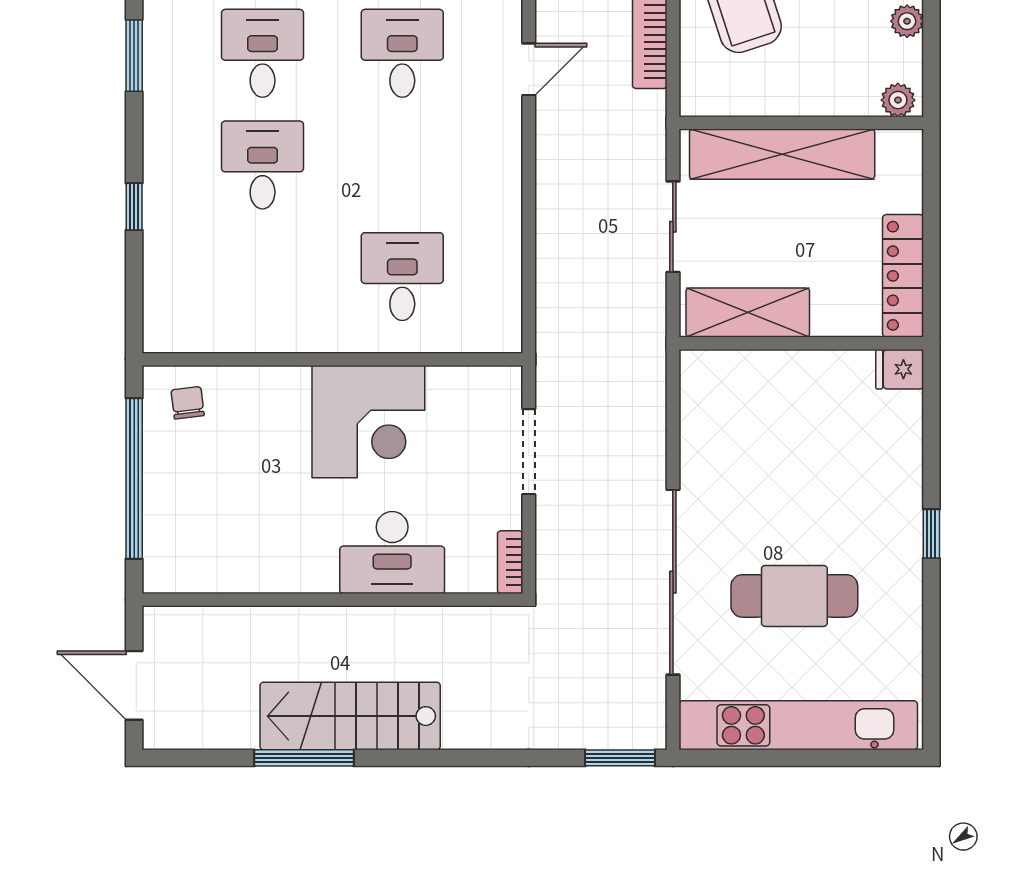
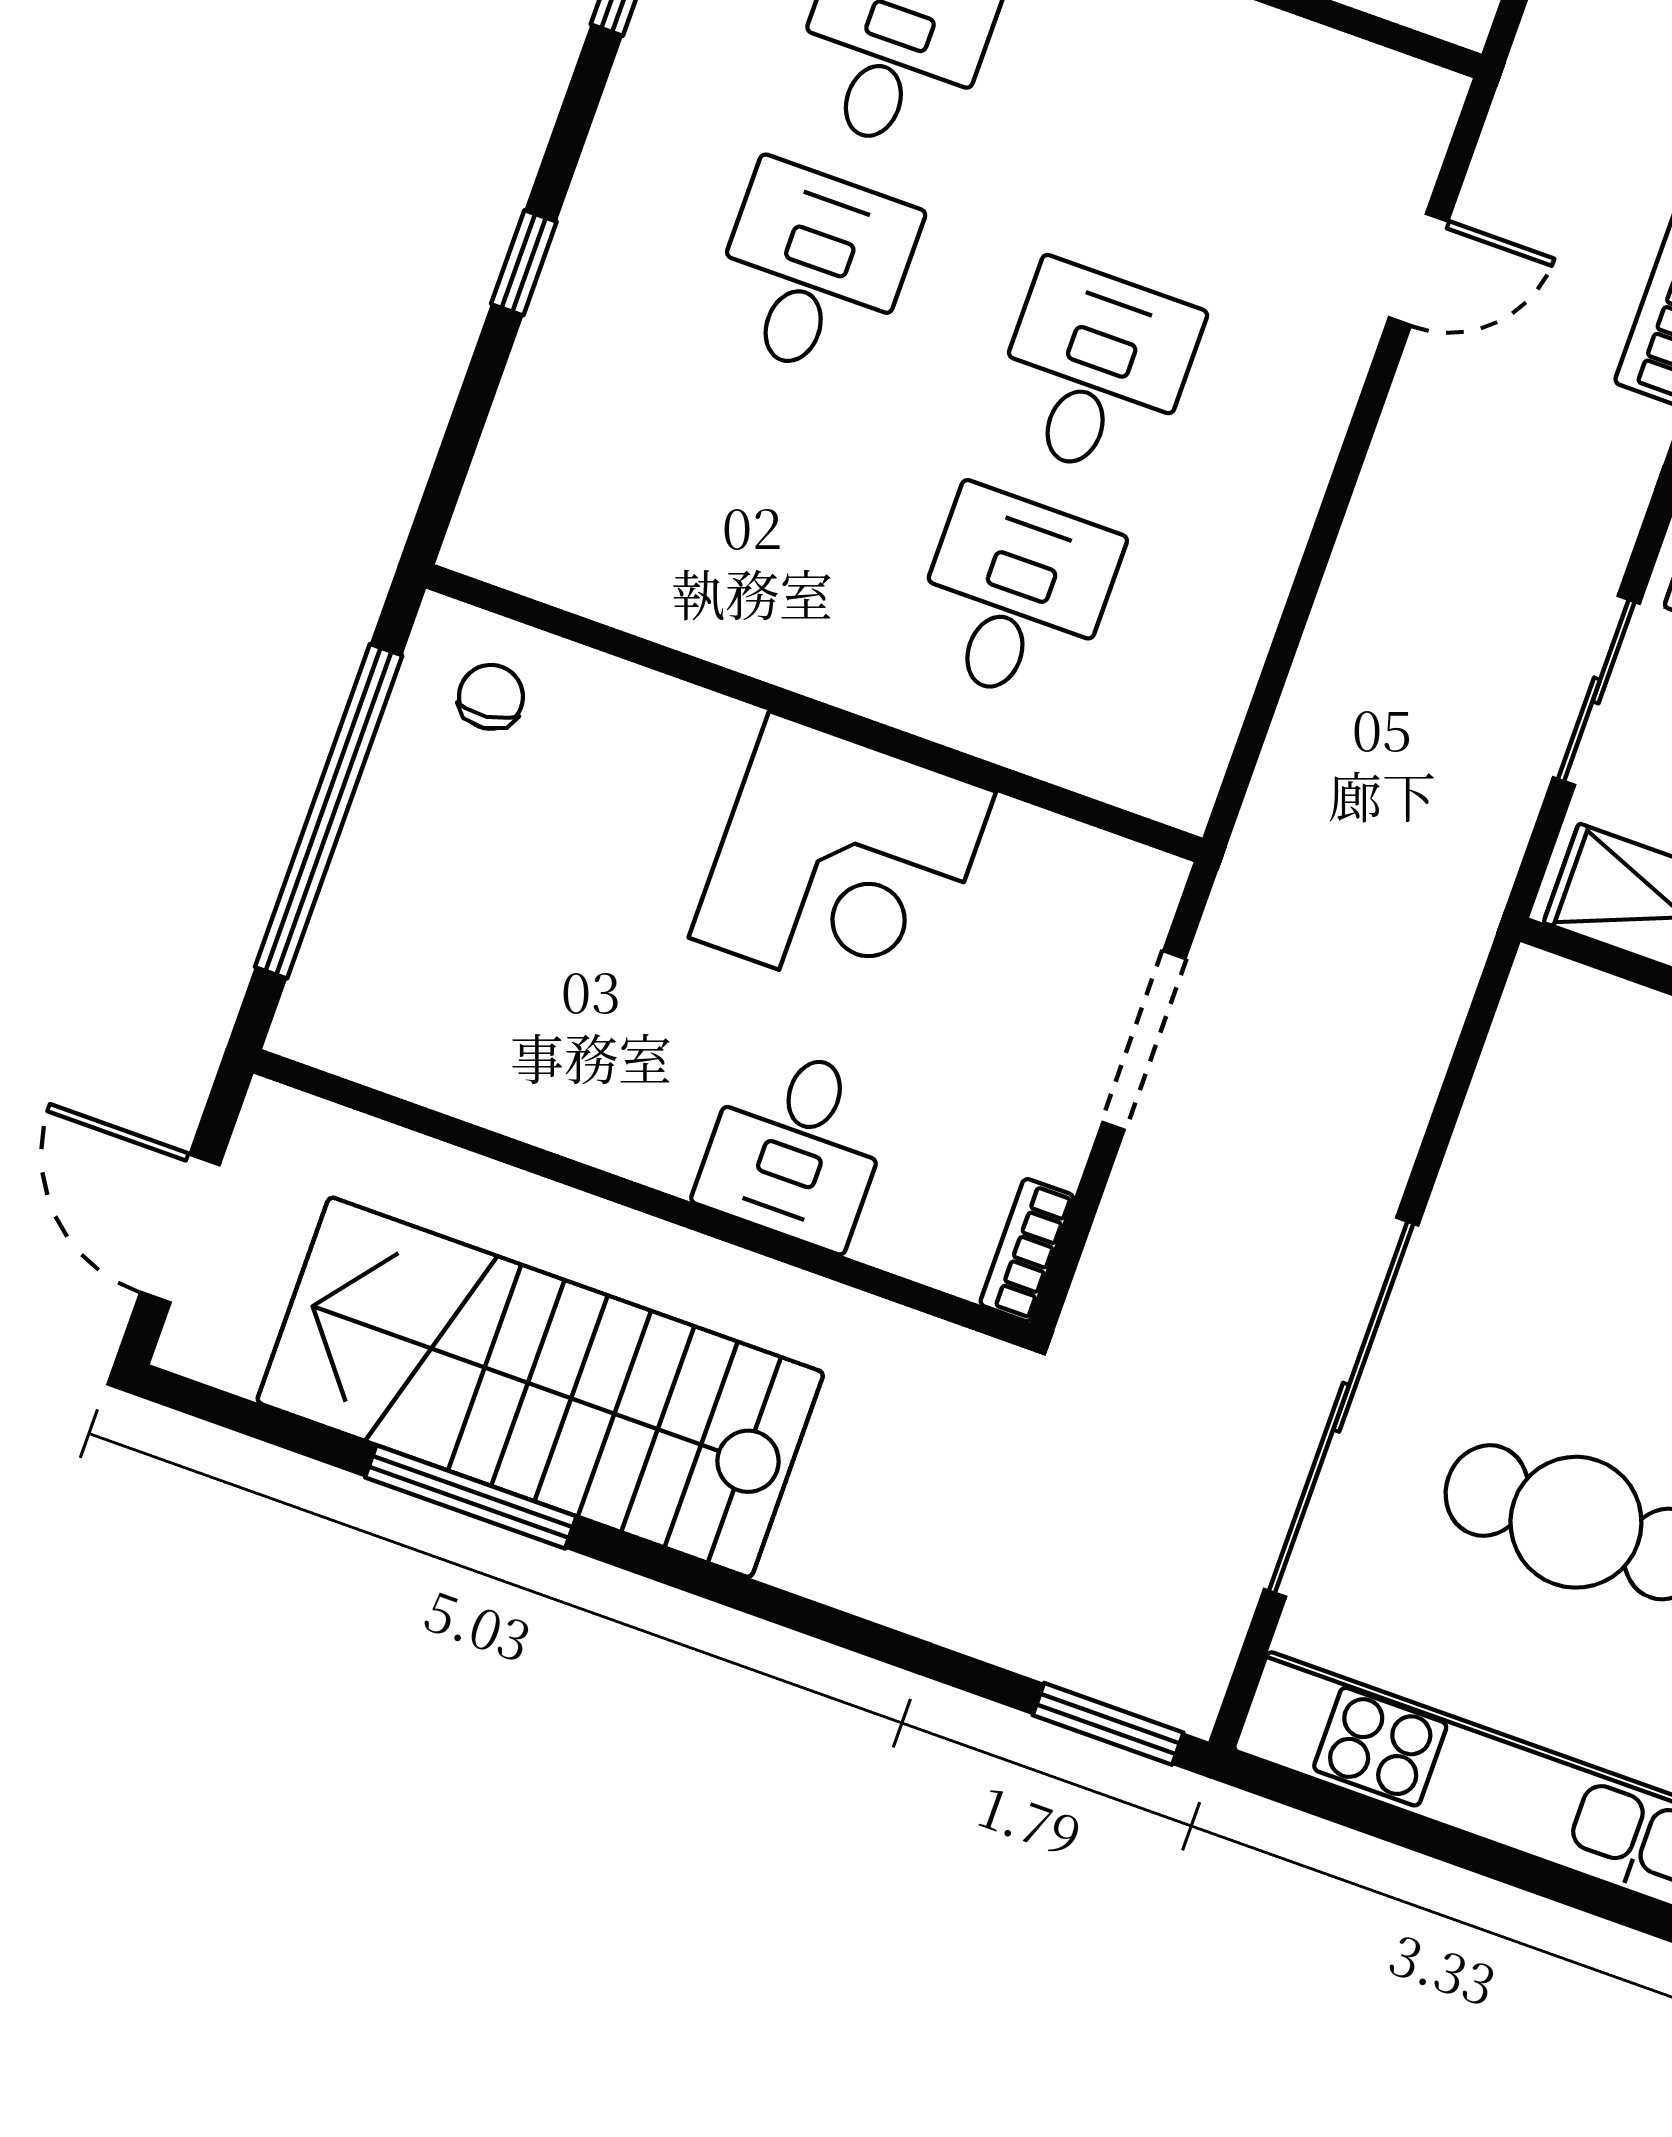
desk: (402, 53) -> (1095, 371), moved
desk: (392, 553) -> (796, 1146), width x0.73
stairs: (350, 716) -> (540, 1387), width x1.36, depth x1.51

